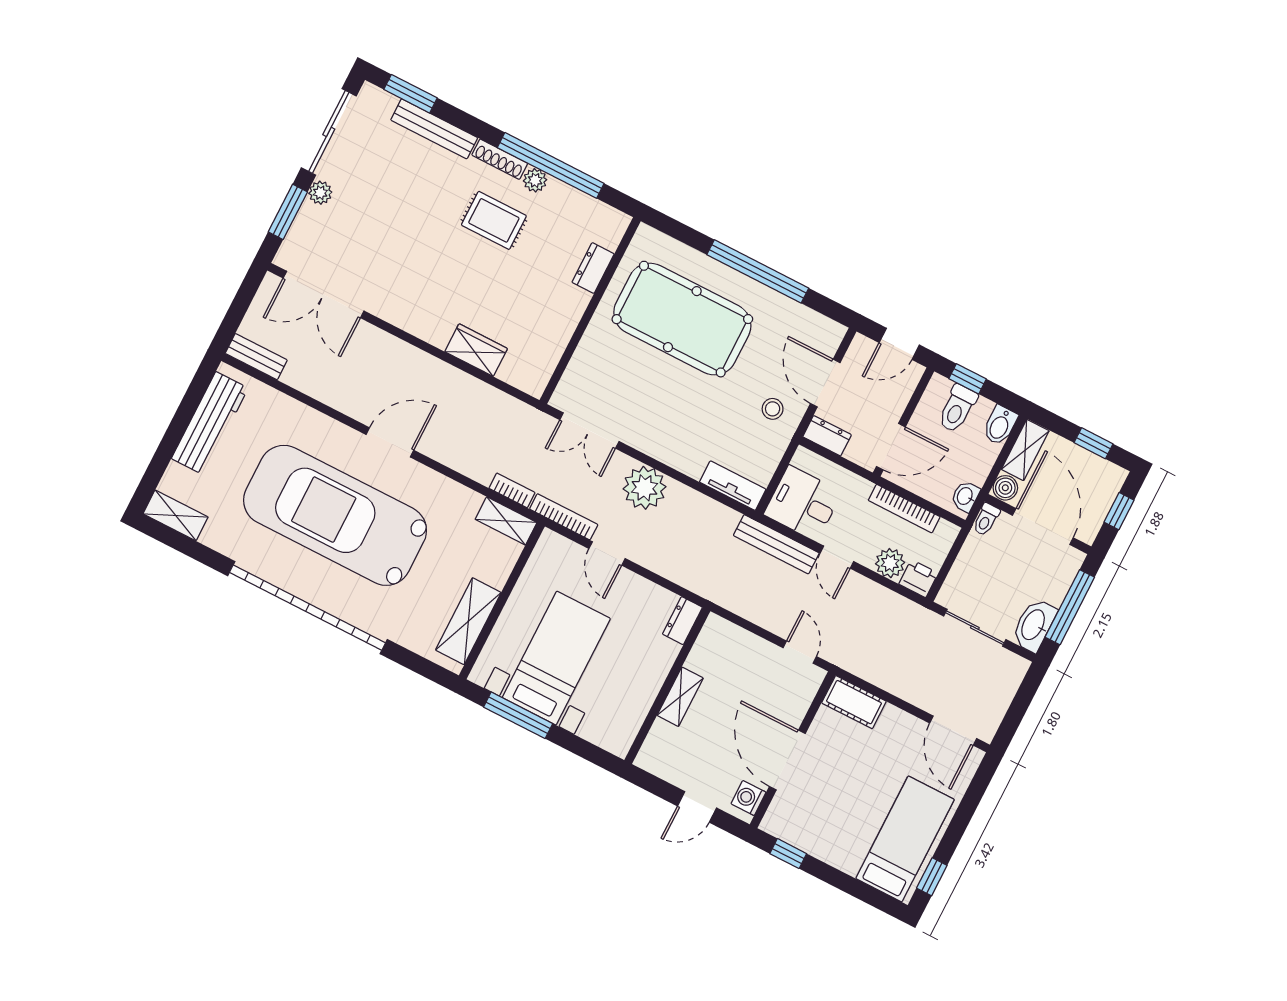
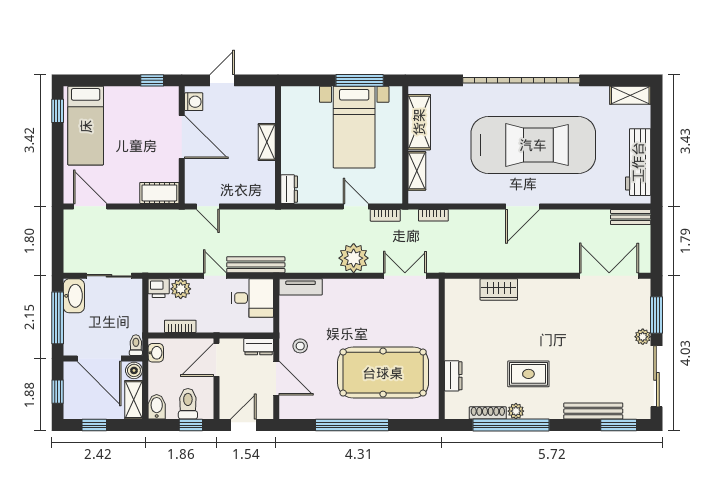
shoe rack: (500, 159) -> (488, 413), moved
bookcase: (904, 509) -> (180, 326), width x0.64
bookcase: (564, 517) -> (385, 215), width x0.64
shelving: (506, 521) -> (417, 171), moved, turned 90

